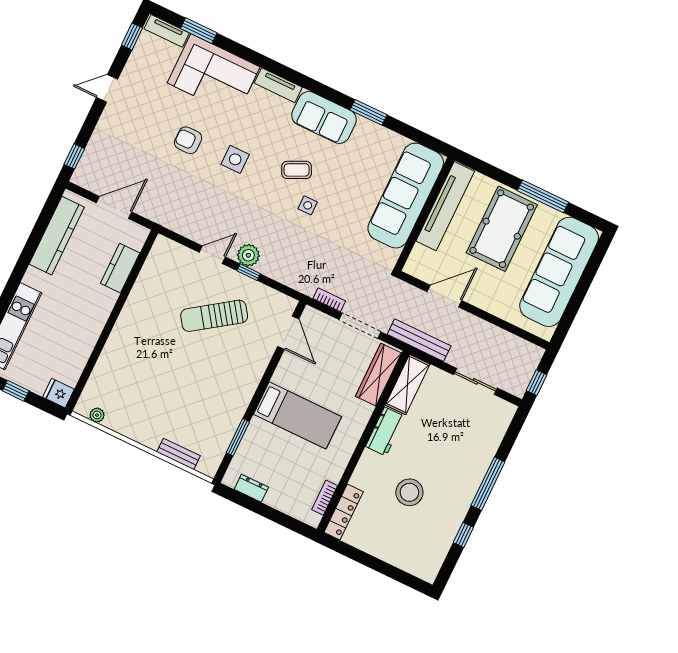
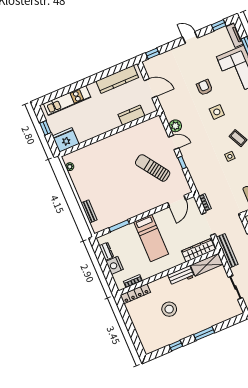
plant: (248, 255) -> (175, 126), moved
fridge: (58, 393) -> (66, 140), width x1.88, depth x1.34
window: (488, 484) -> (204, 334), width x0.69
nightstand: (280, 498) -> (115, 265), added

